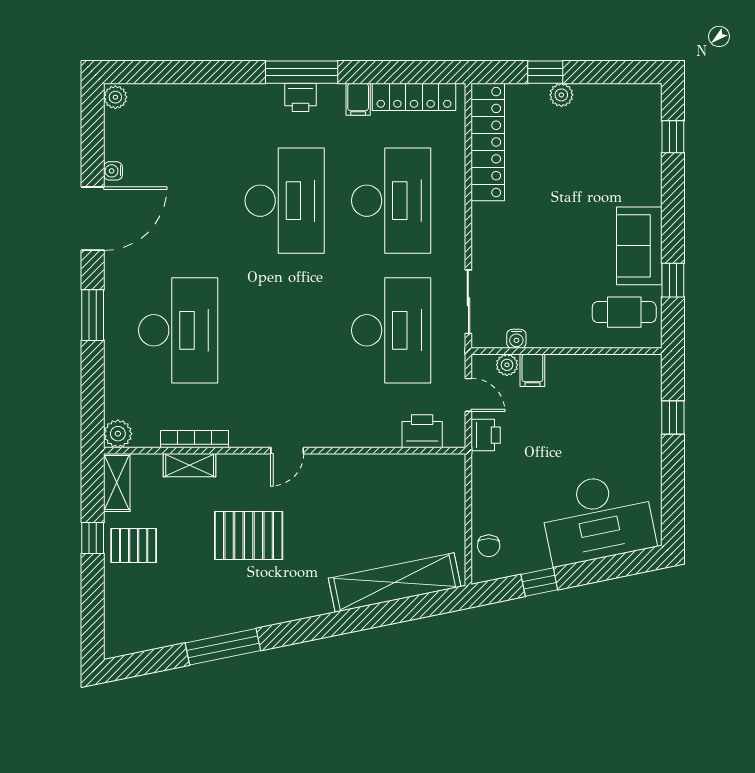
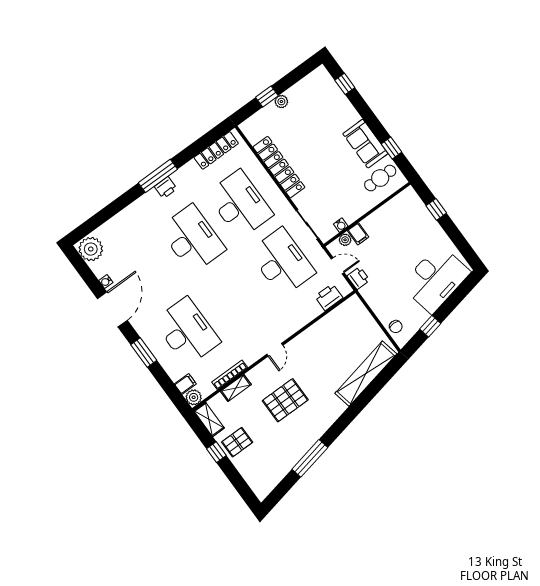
plant: (115, 97) -> (91, 249), width x1.87, depth x1.87
filing cabinet: (358, 99) -> (185, 384), moved, turned -90
locker: (488, 142) -> (279, 167), moved

